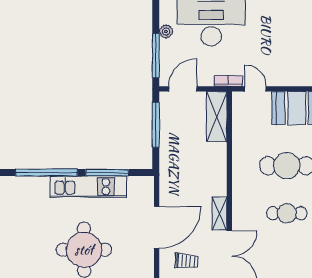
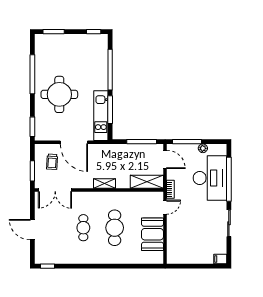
kitchen unit: (88, 187) -> (101, 116), moved
shelving: (219, 213) -> (105, 183), moved

